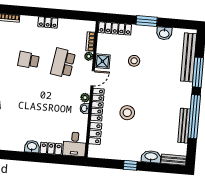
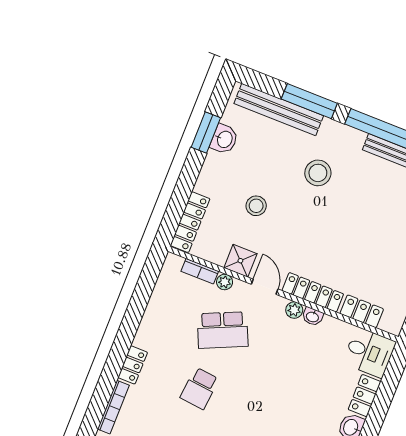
window: (147, 21) -> (206, 133), moved
locker: (48, 22) -> (133, 365), moved
school desk: (63, 63) -> (223, 330), turned -33
stool: (127, 113) -> (318, 173), moved

